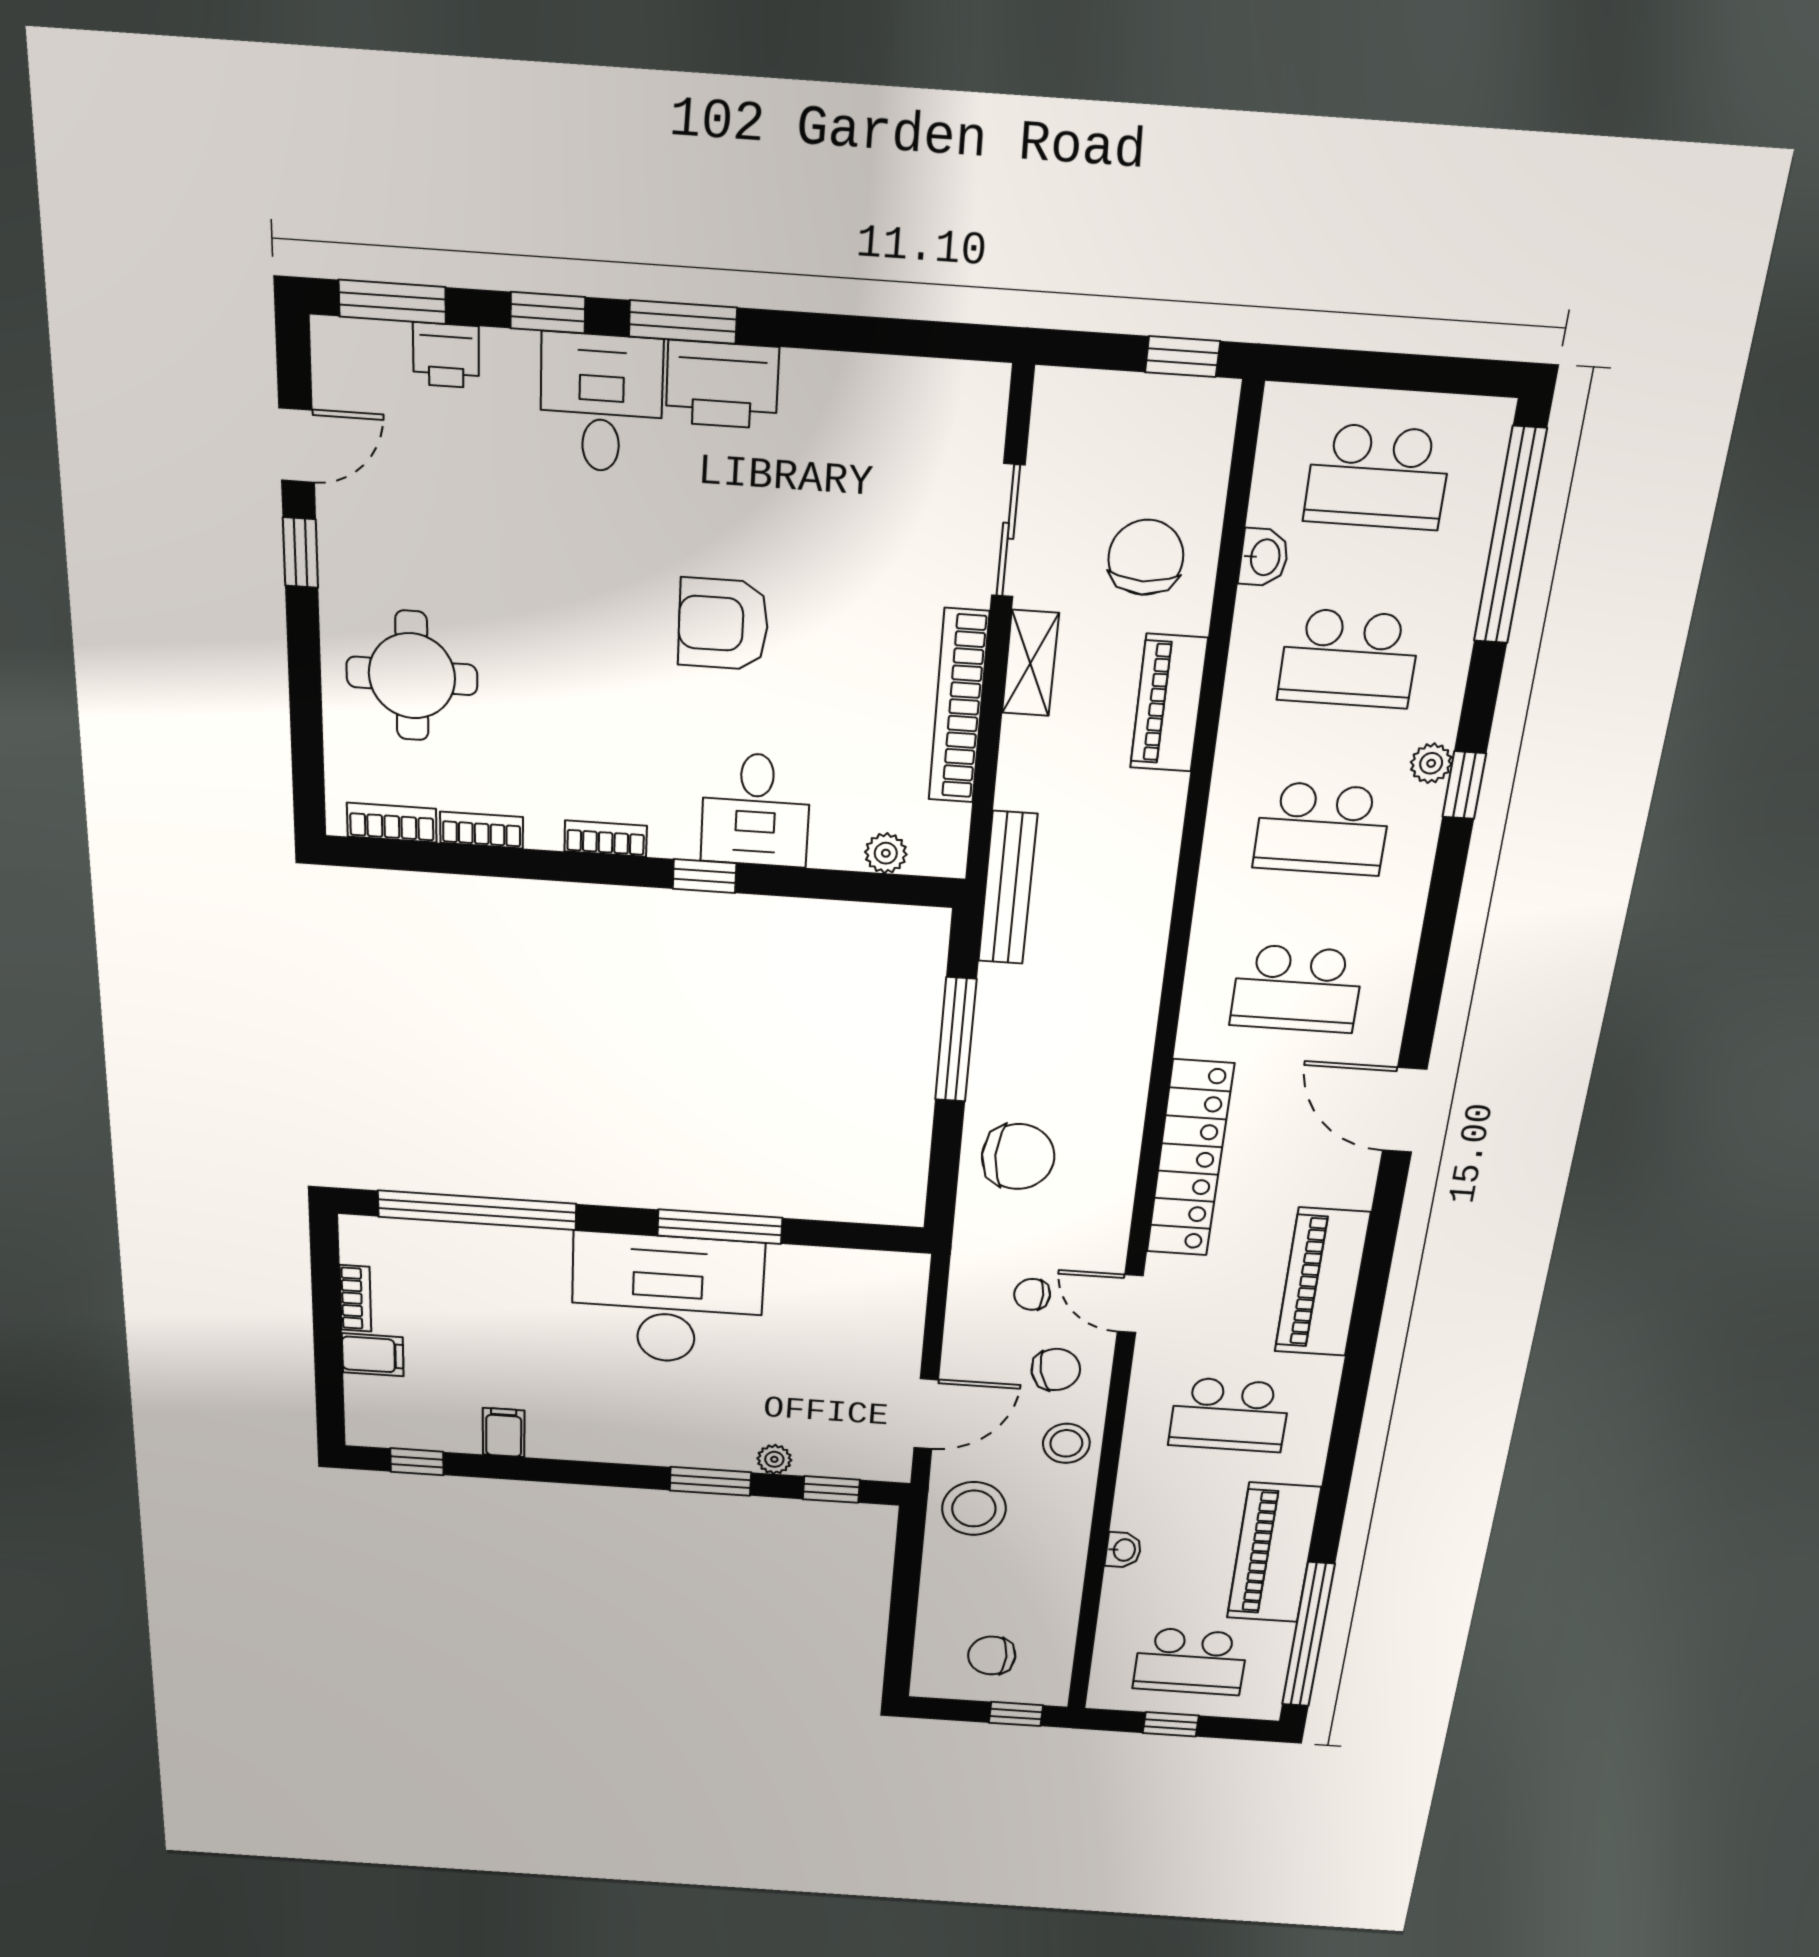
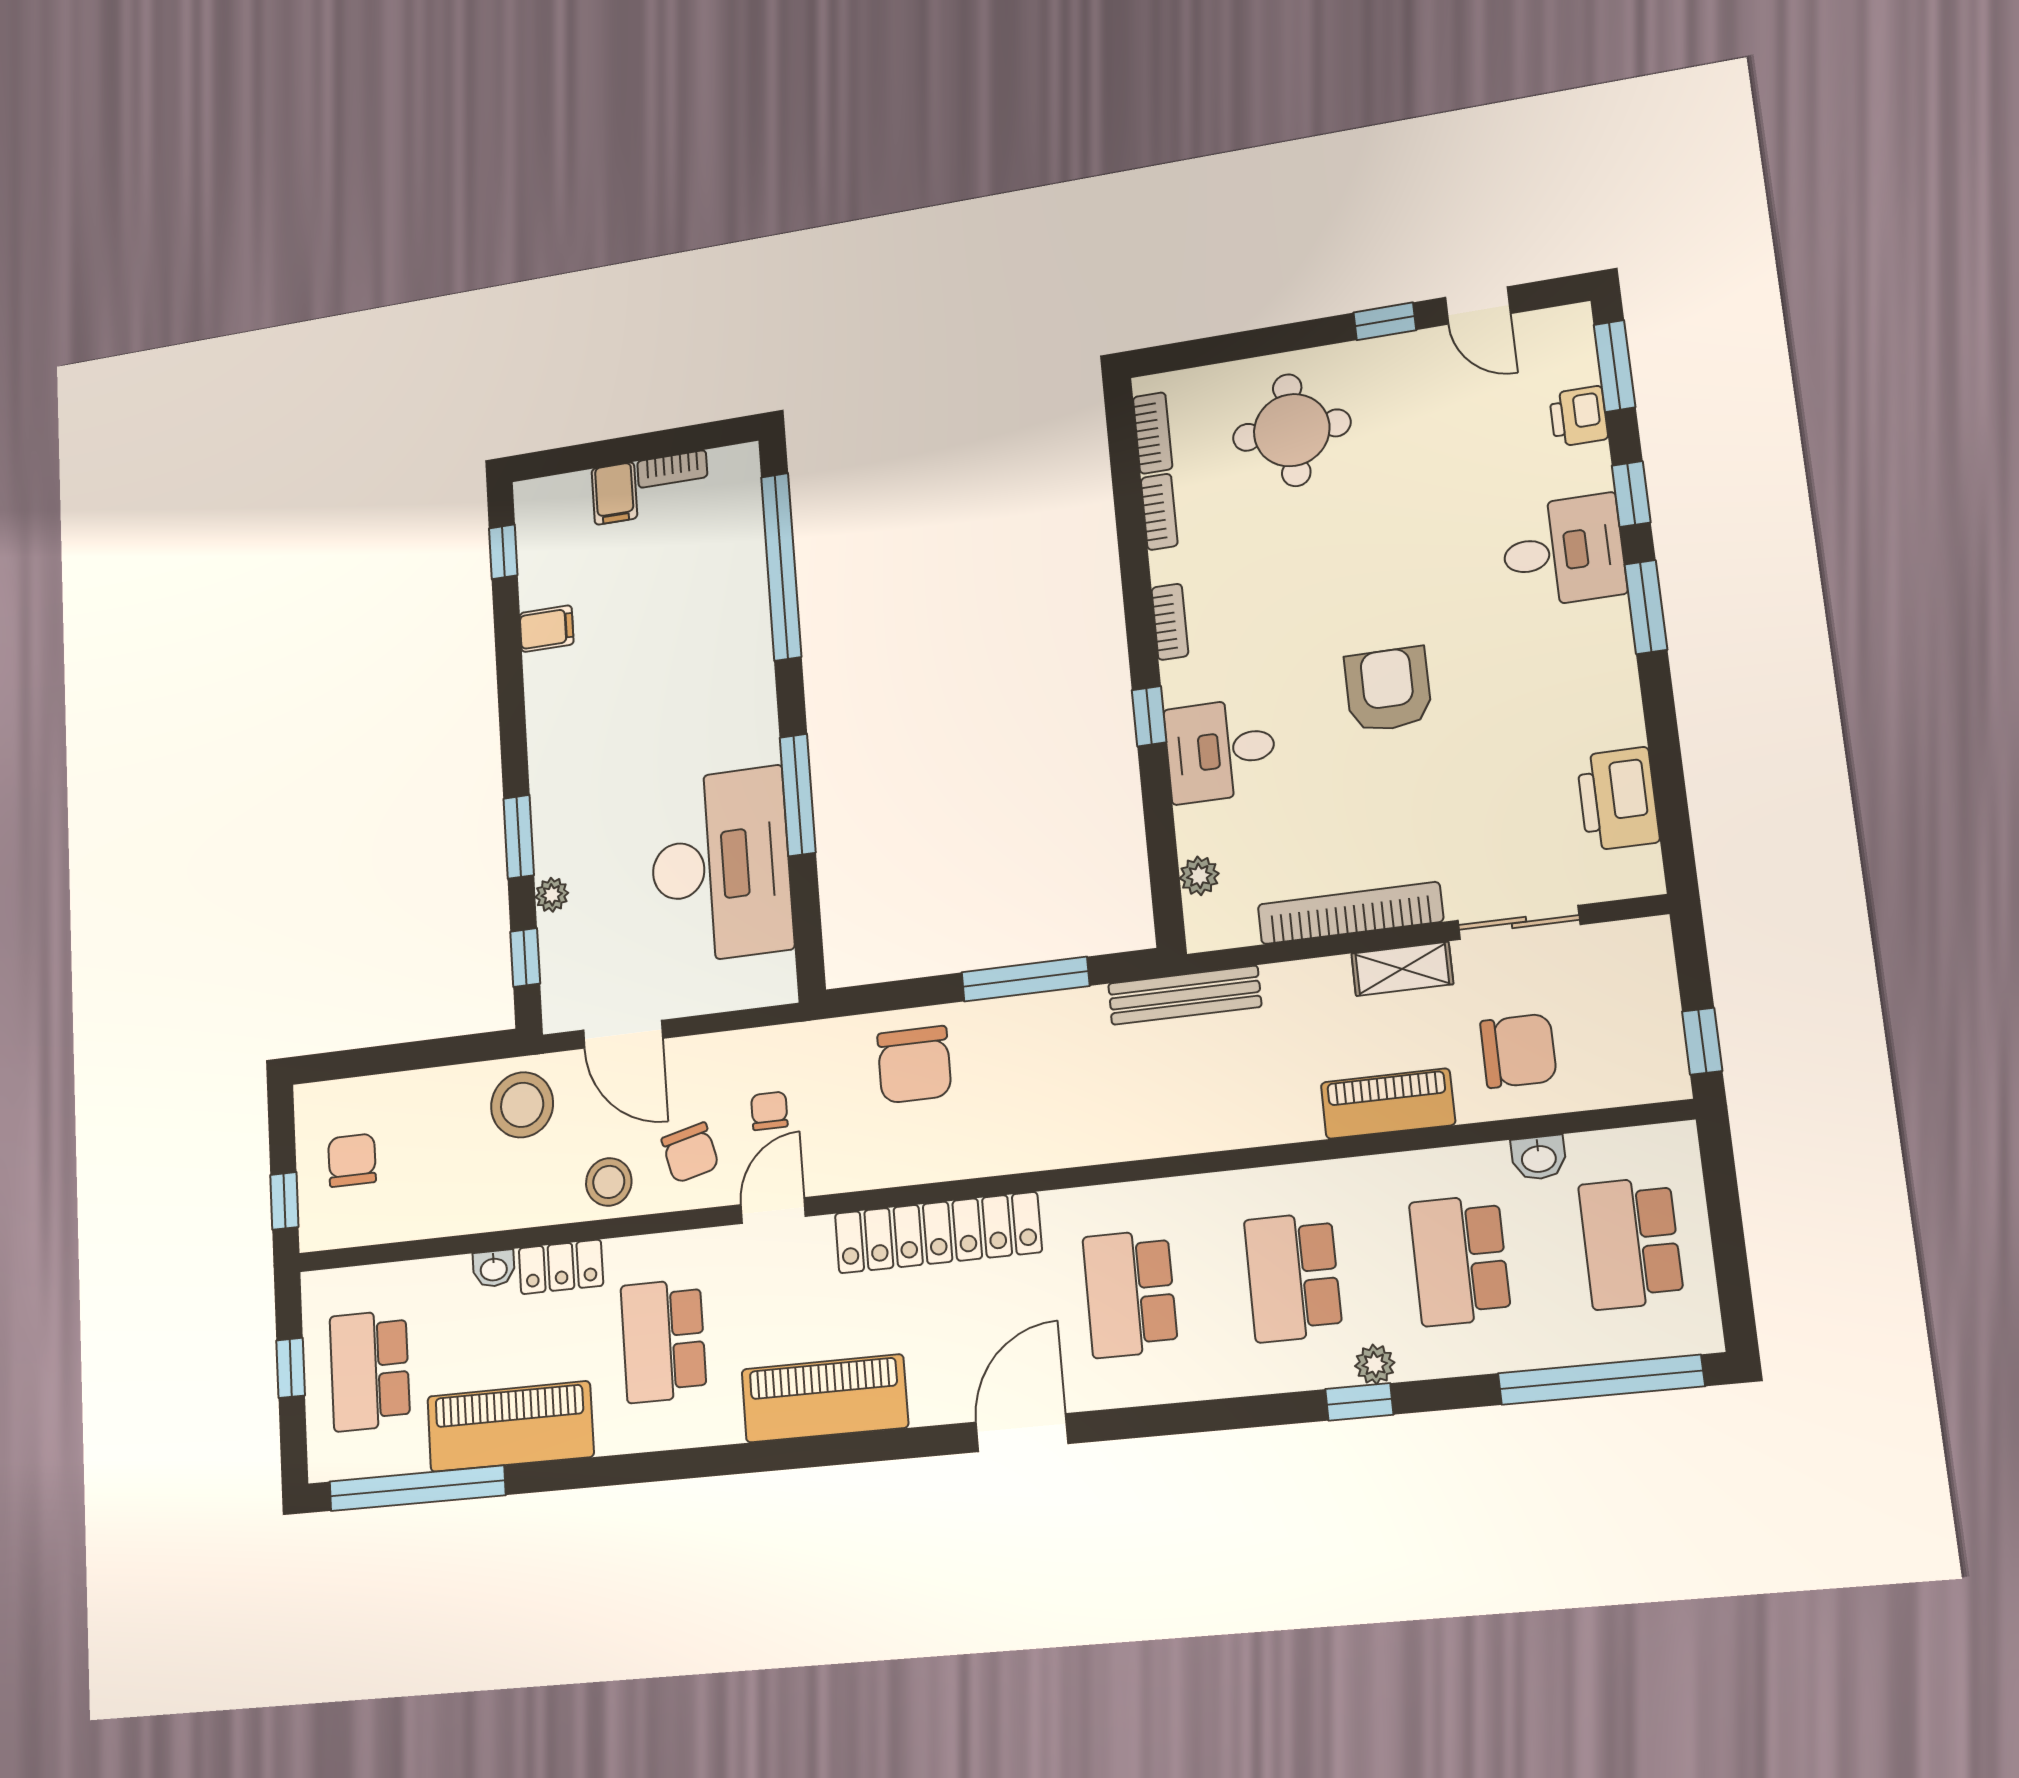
printer: (722, 385) -> (1618, 799), moved
desk: (667, 1299) -> (720, 865), moved
locker: (1137, 1494) -> (561, 1267), added

